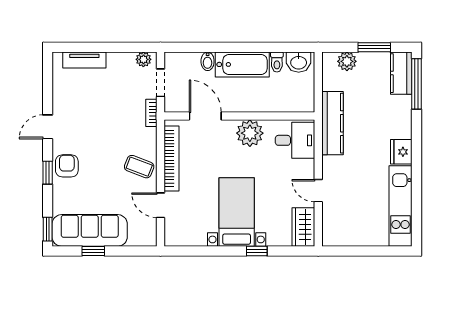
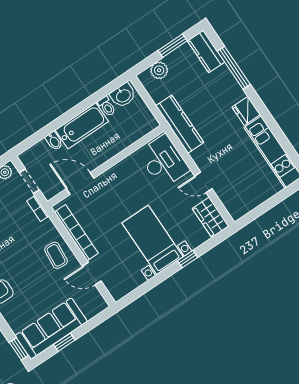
window: (416, 84) -> (234, 68), moved
plant: (250, 133) -> (122, 174), removed
desk: (295, 140) -> (164, 161), width x1.37
coffee table: (139, 167) -> (56, 255), turned 74

